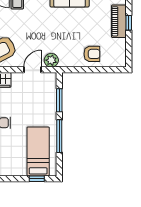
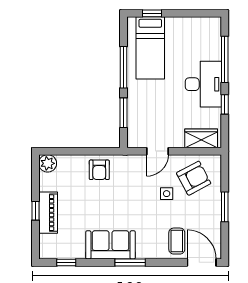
side table: (25, 36) -> (167, 194), added
armchair: (92, 54) -> (99, 170), moved, turned -90
plant: (51, 60) -> (48, 163), moved

